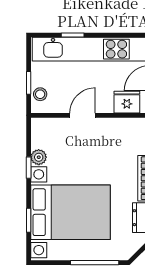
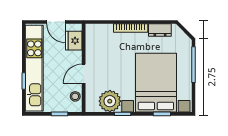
stool: (40, 94) -> (75, 96), moved
door: (83, 115) -> (84, 74), hinge flipped
plant: (39, 157) -> (110, 101), width x1.88, depth x1.88

